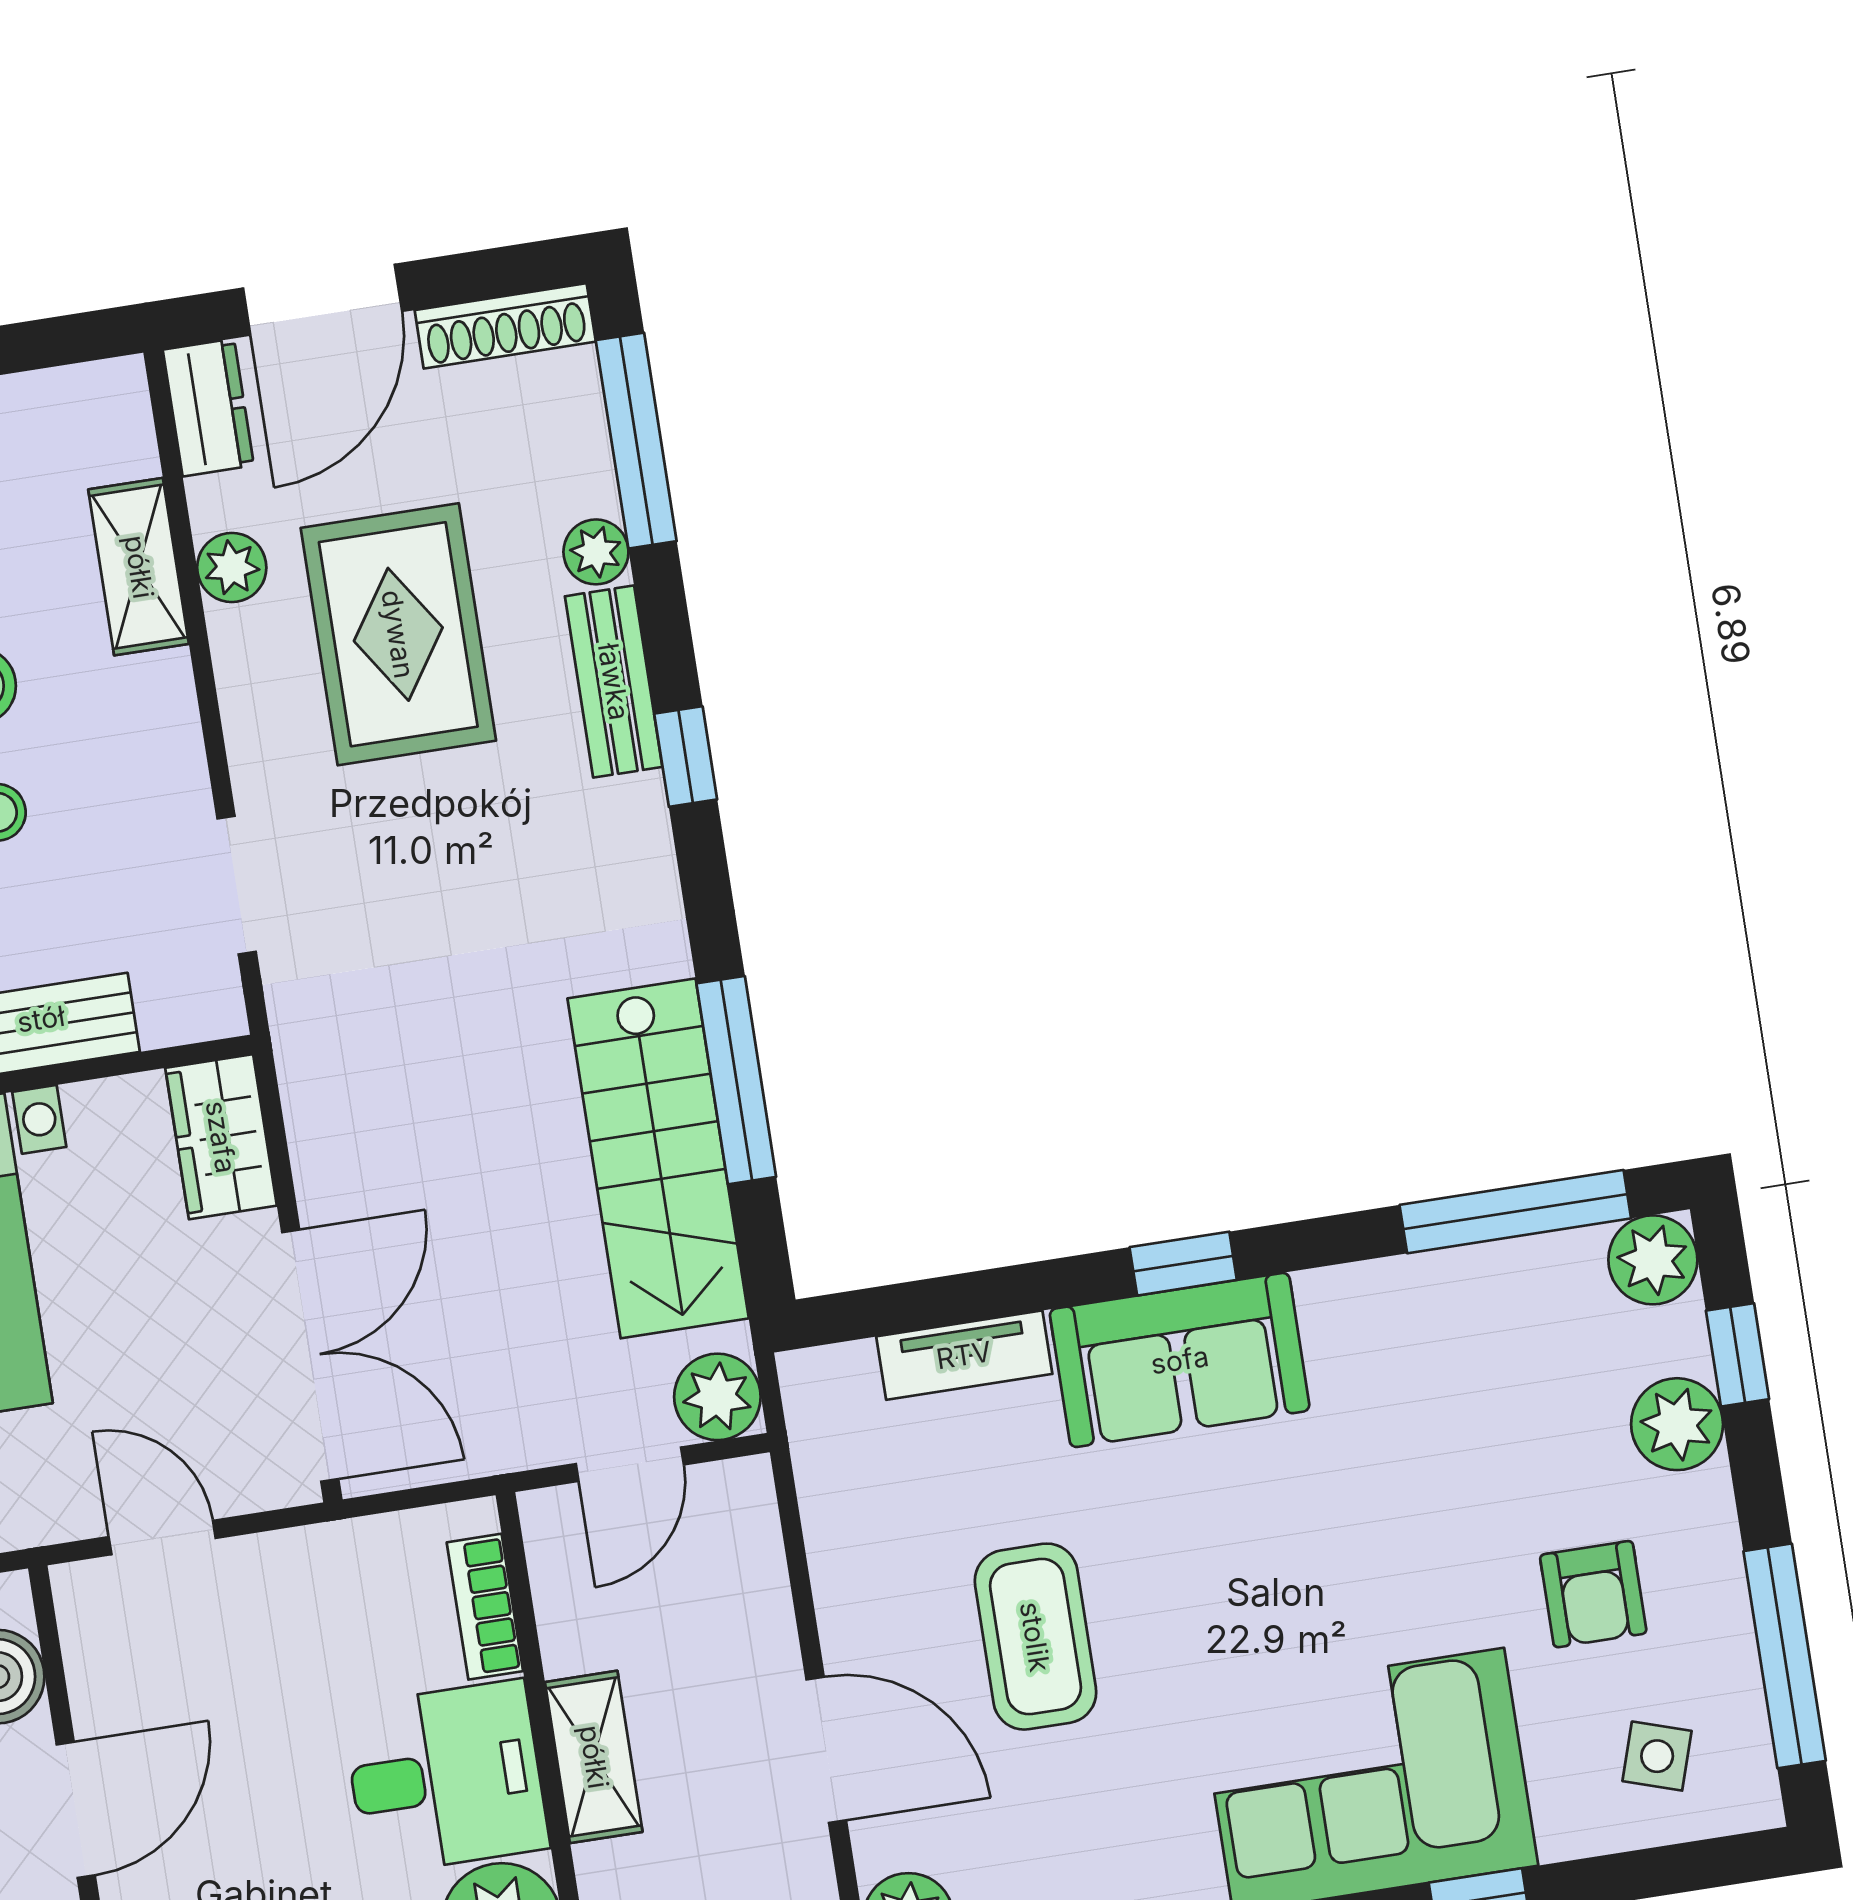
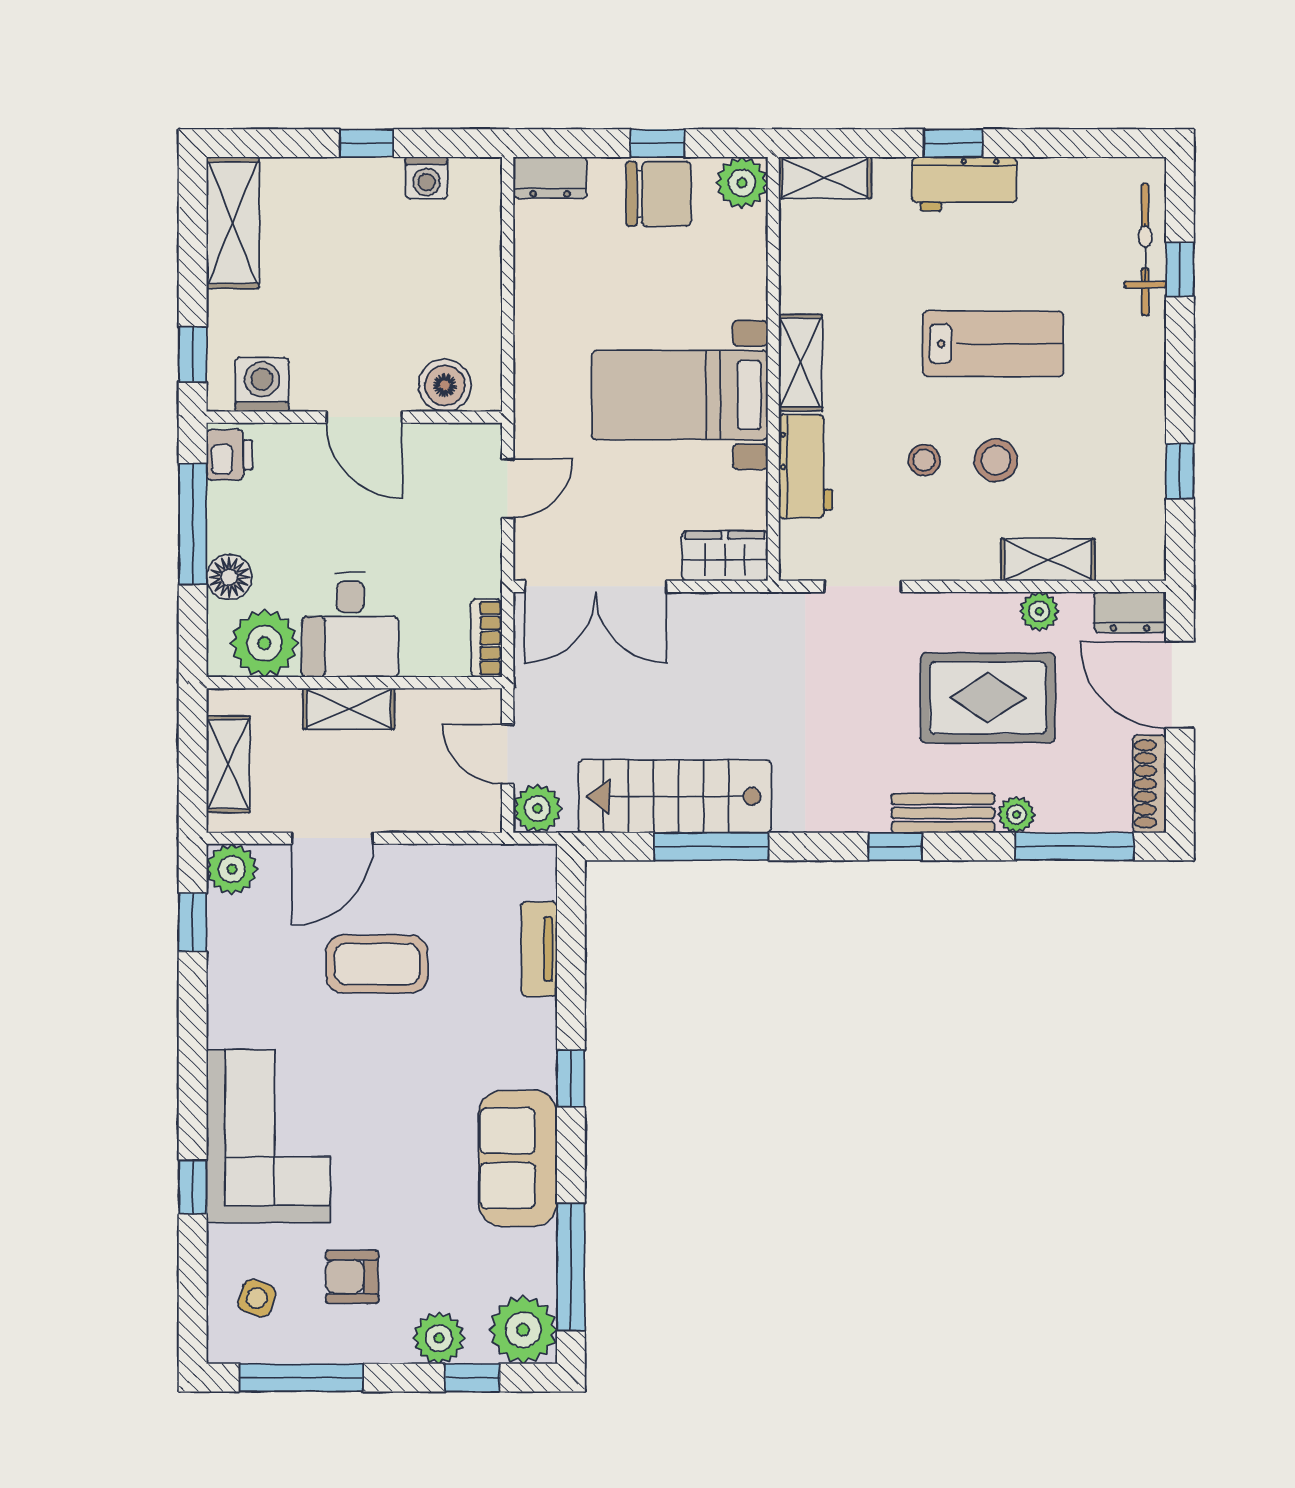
plant: (1653, 1260) -> (523, 1330), width x1.36, depth x1.36
sofa: (1180, 1360) -> (518, 1158), moved
bookcase: (485, 1607) -> (487, 638), moved, turned -90

